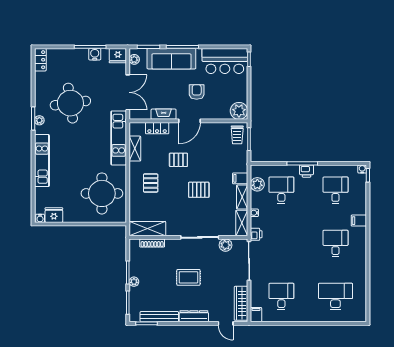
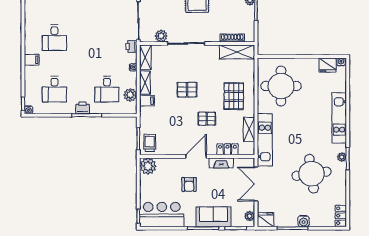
water cooler: (95, 54) -> (303, 221), moved
sofa: (171, 59) -> (214, 217), width x0.73
pallet: (151, 183) -> (234, 96), width x1.50, depth x1.42

